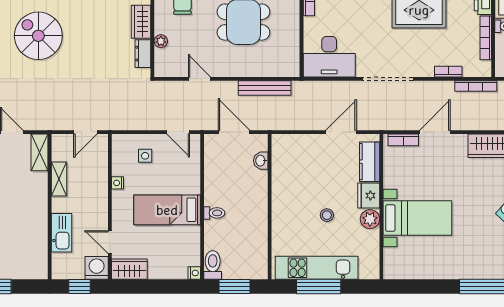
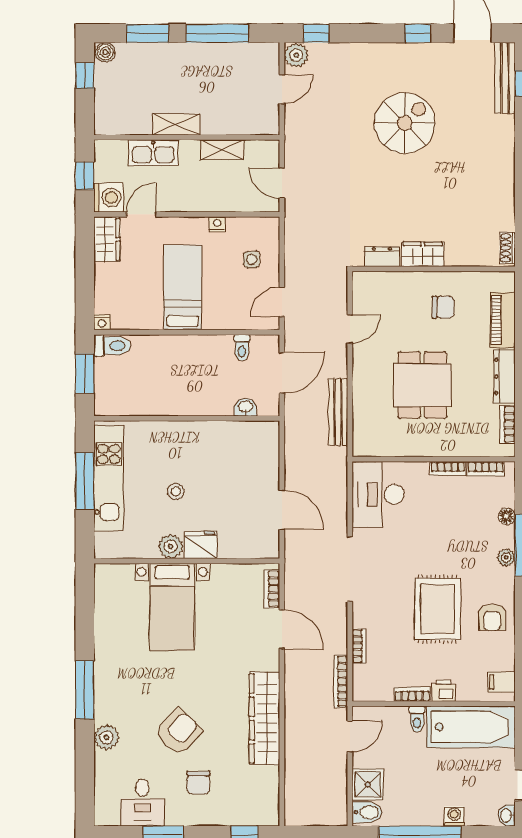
bookcase: (486, 38) -> (412, 694), width x0.64
plant: (161, 41) -> (398, 280), removed
shelving: (39, 152) -> (176, 125), moved
kitchen counter: (370, 162) -> (244, 546), removed
toilet: (214, 213) -> (242, 348), moved

